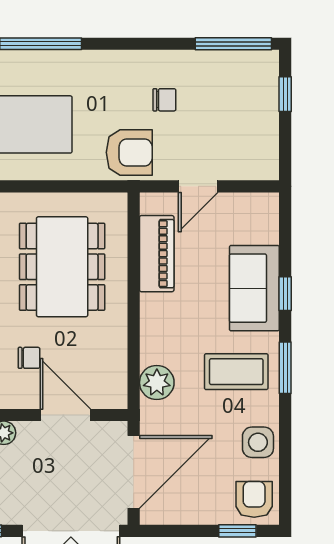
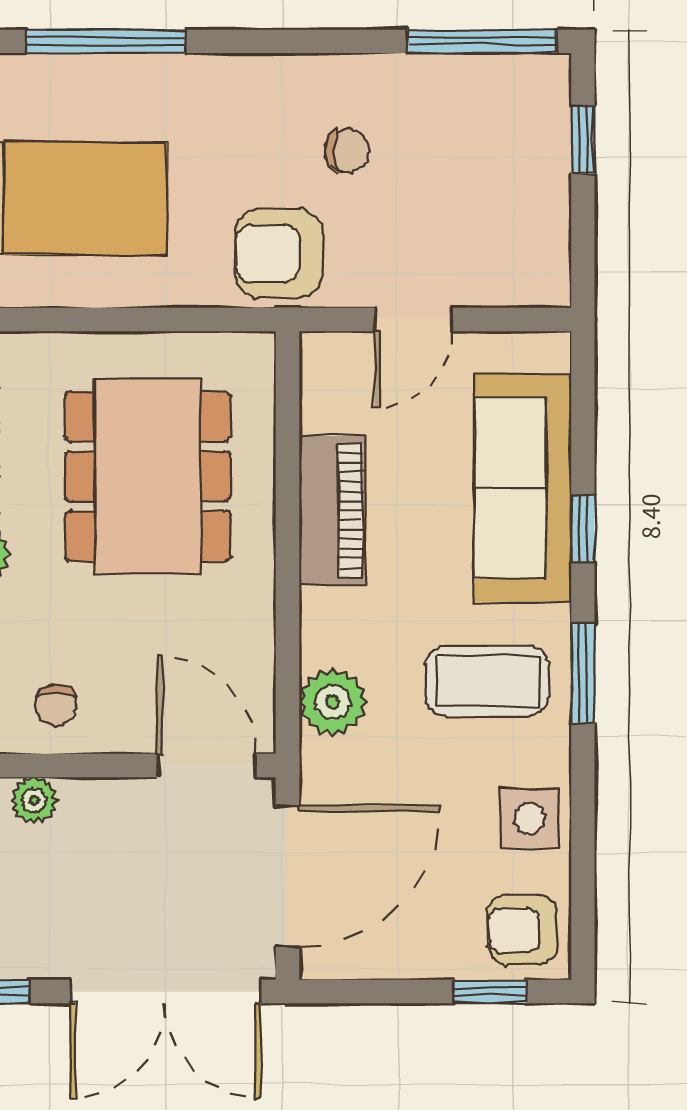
armchair: (129, 152) -> (279, 253), turned 180
piano: (157, 254) -> (332, 510), moved
sofa: (254, 288) -> (523, 488), width x1.36
chair: (29, 358) -> (56, 705), moved, turned 90
door: (65, 415) -> (207, 766), moved
armchair: (254, 499) -> (522, 930), turned -90

